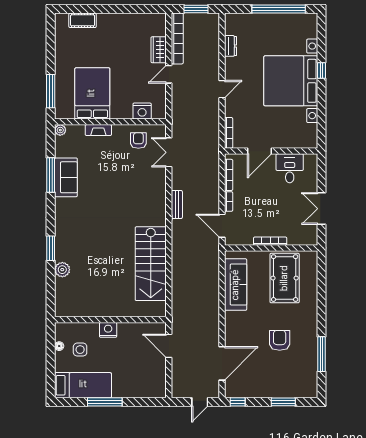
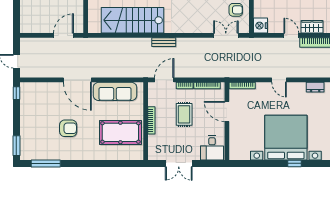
nightstand: (142, 111) -> (261, 26), moved
desk: (290, 168) -> (212, 148), moved, turned 90
rug: (263, 202) -> (184, 114), added
bench: (177, 204) -> (164, 42), moved
double door: (322, 209) -> (179, 163), swing flipped
window: (322, 354) -> (46, 163), moved
door: (222, 363) -> (77, 80), moved
window: (283, 402) -> (16, 146), moved

